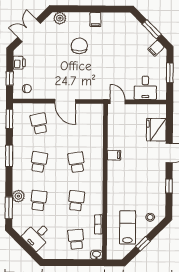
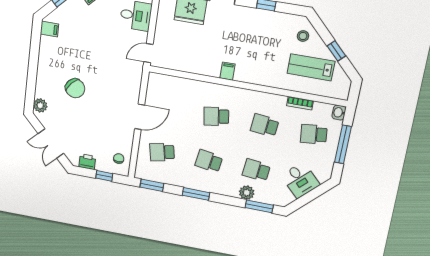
filing cabinet: (95, 20) -> (49, 29), moved
chair: (79, 46) -> (75, 88), turned -138
filing cabinet: (114, 155) -> (228, 71), moved
window: (72, 263) -> (343, 144), added

